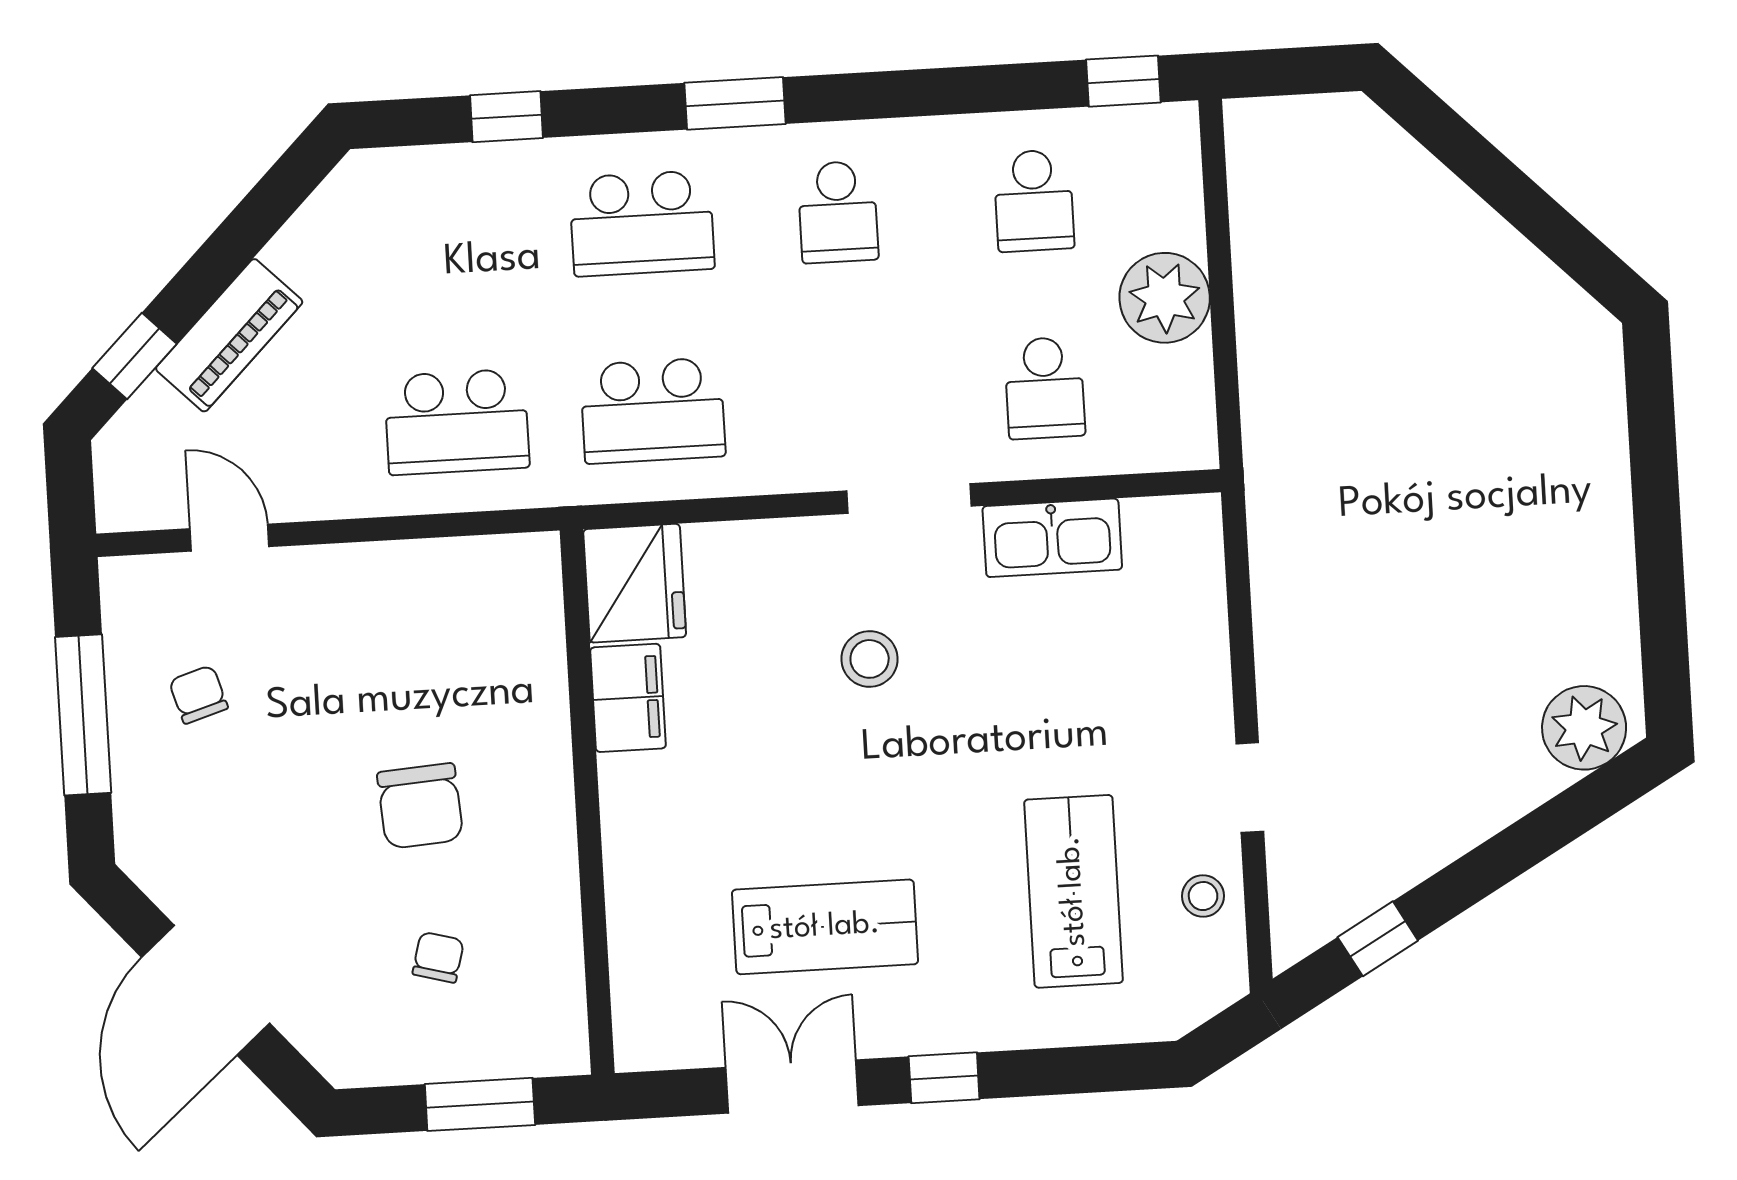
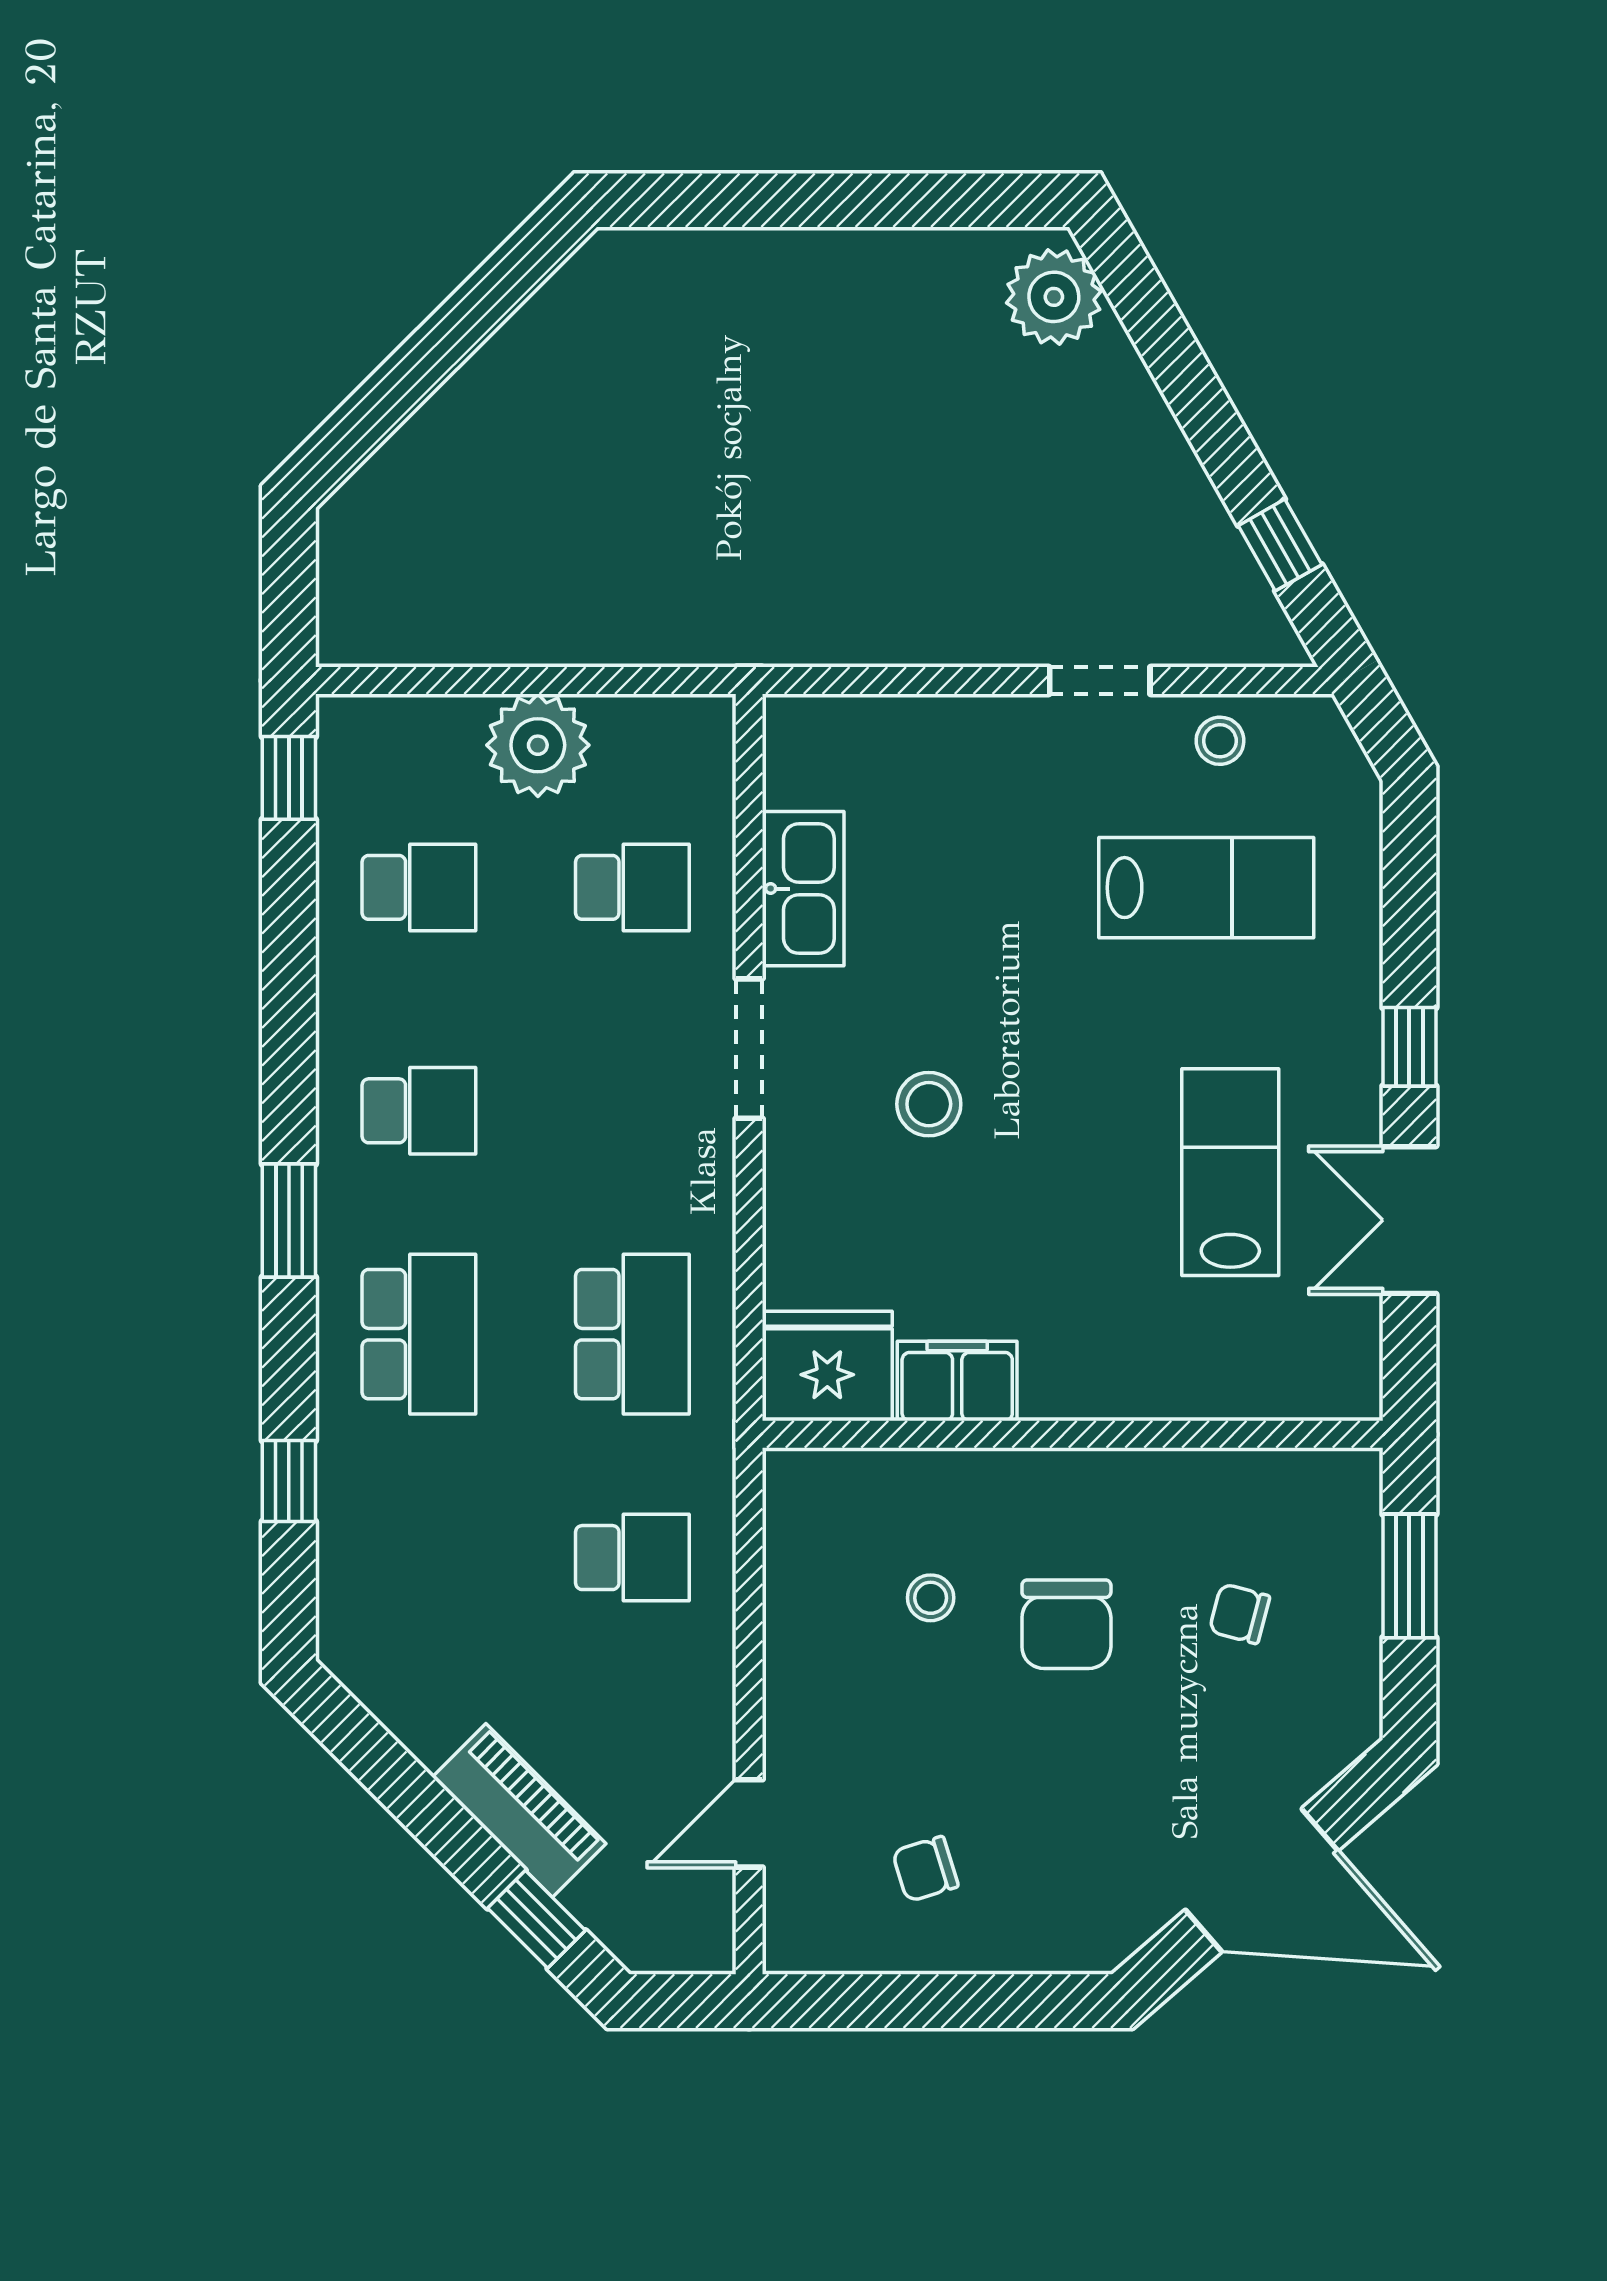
school desk: (457, 422) -> (632, 1558), width x0.54
stool: (436, 685) -> (931, 1598), added
window: (83, 715) -> (941, 2001), removed
chair: (420, 806) -> (1066, 1624), turned 94
lab bench: (1073, 891) -> (1206, 888), turned 180

